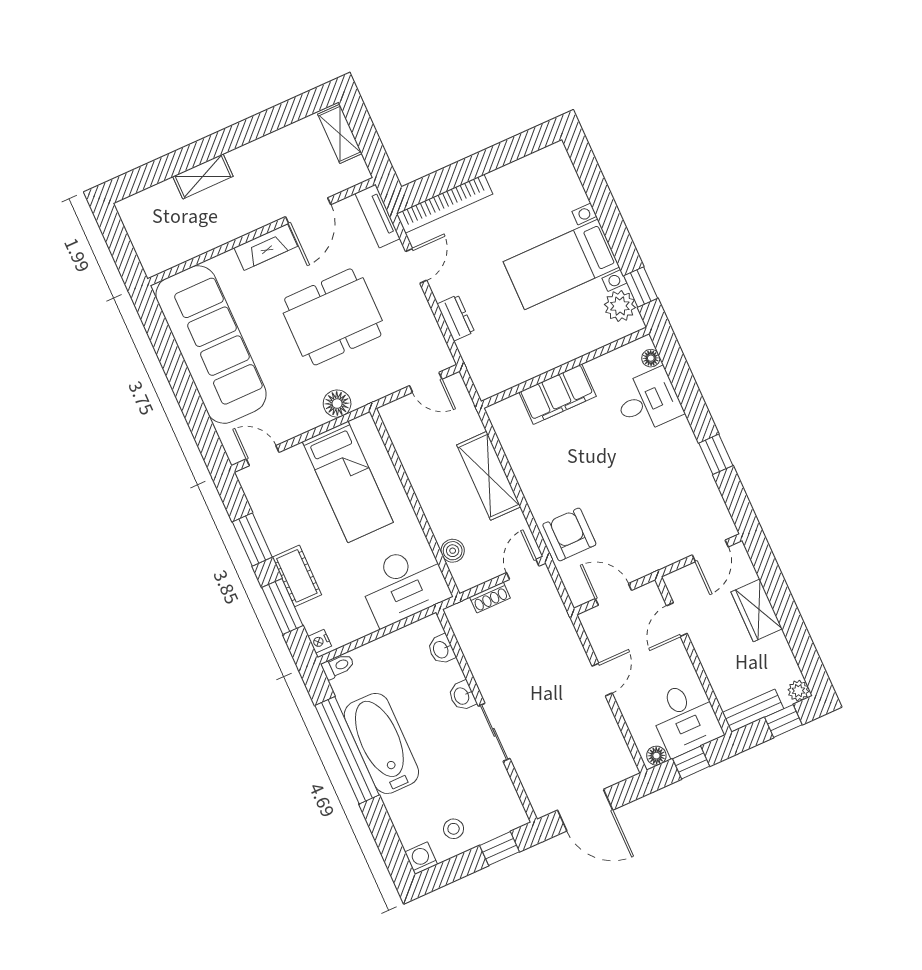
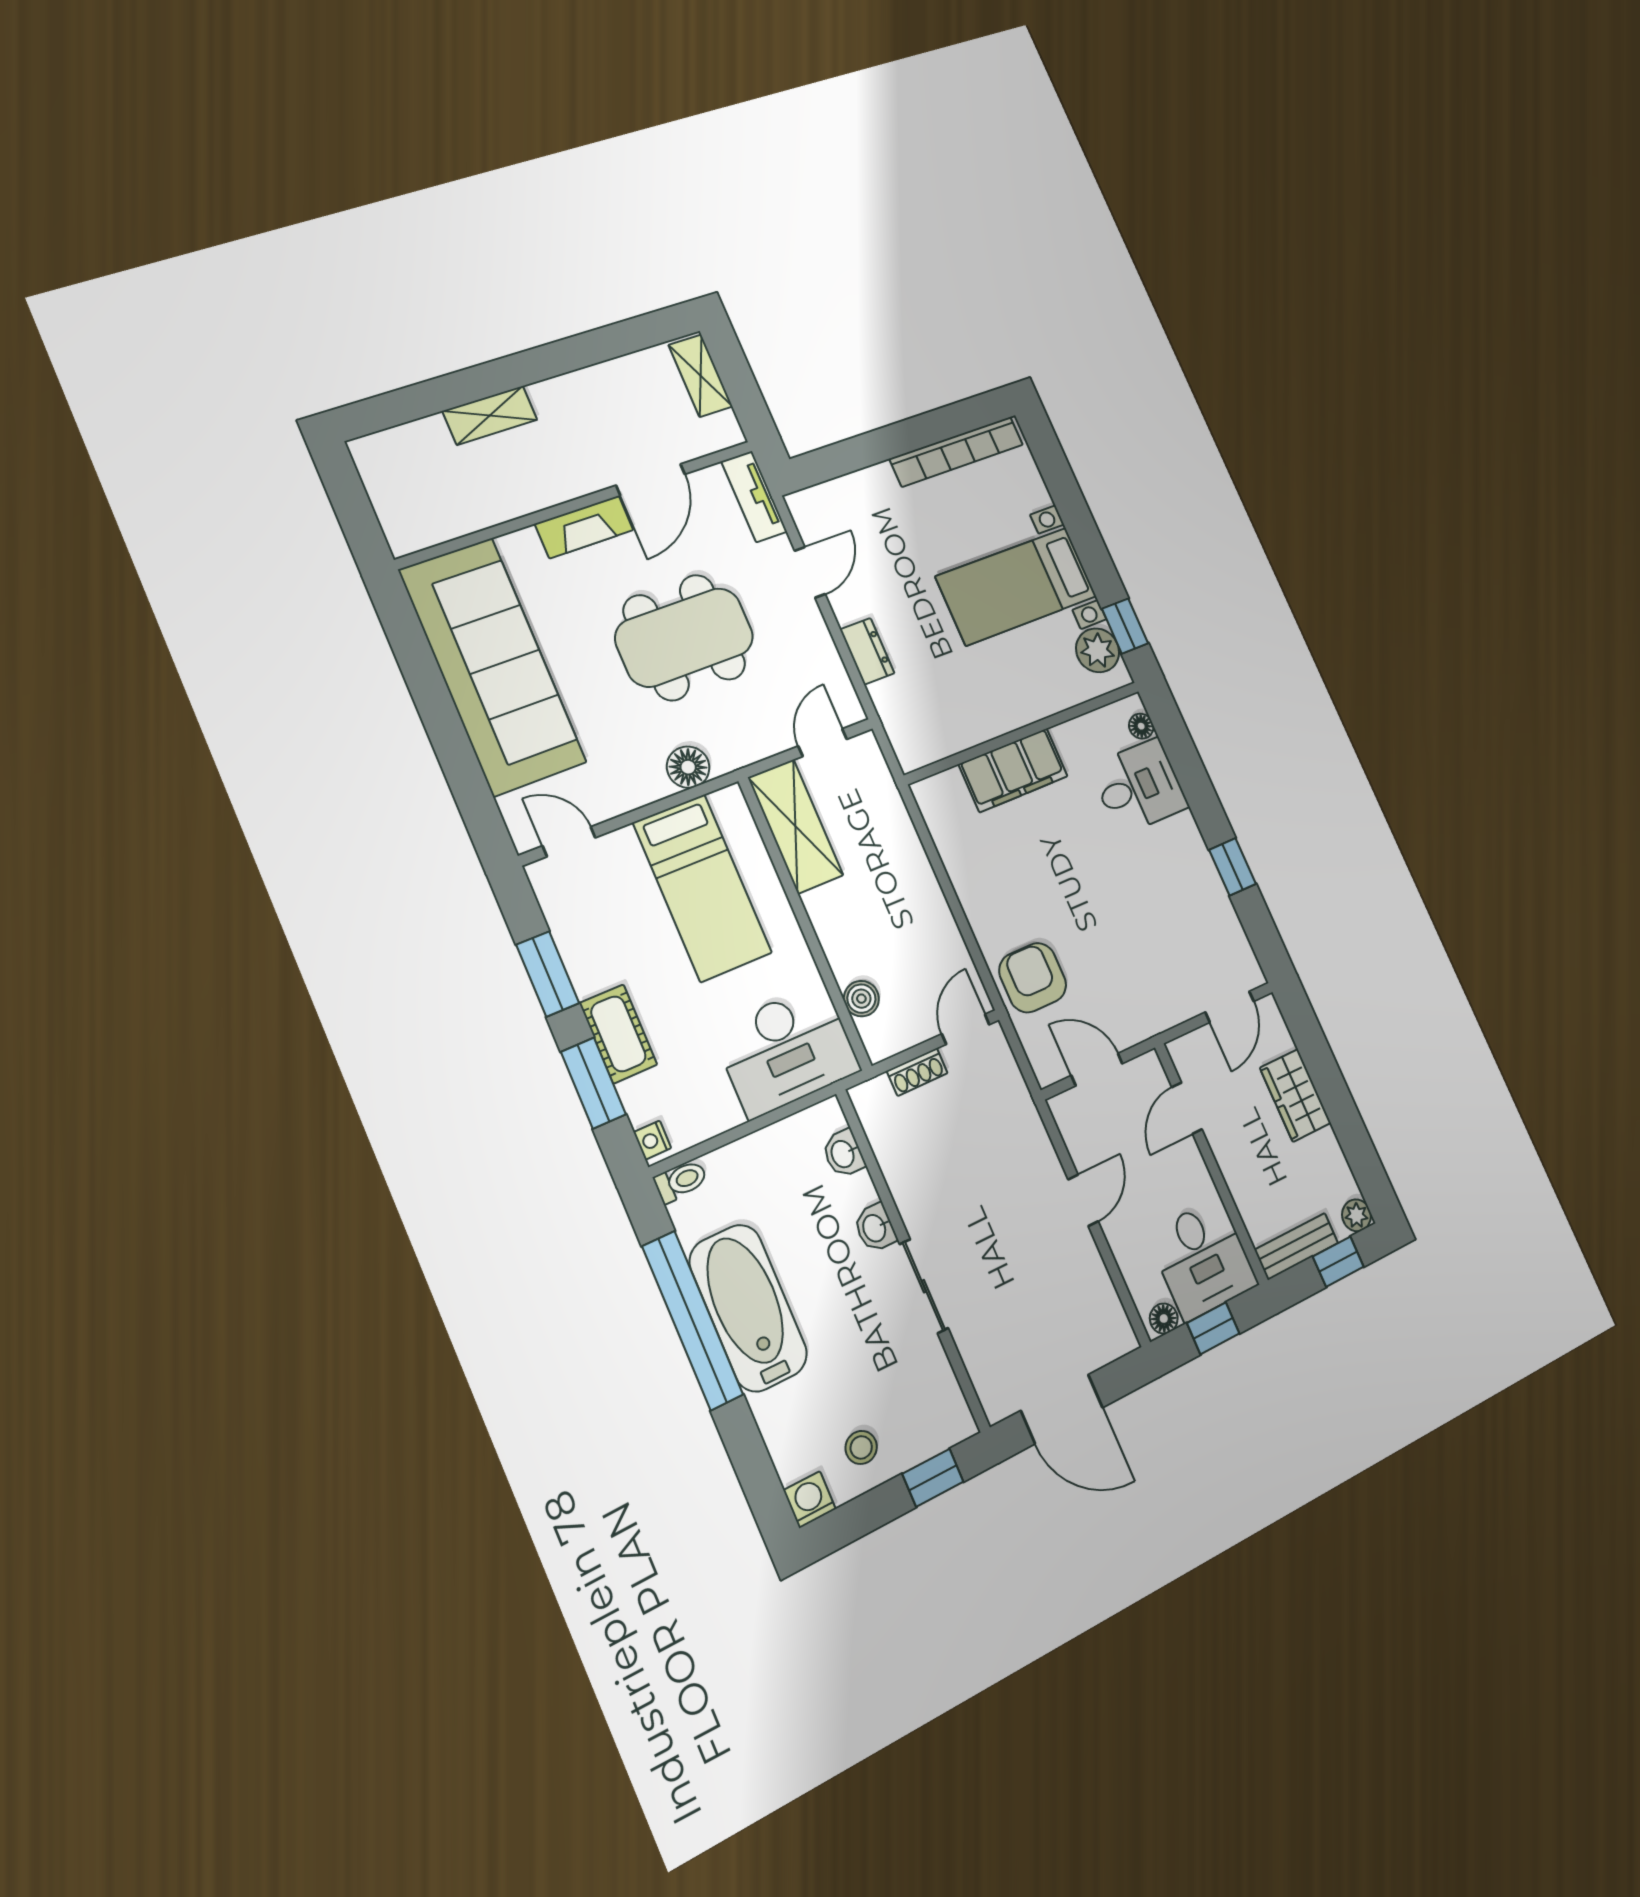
bookcase: (445, 204) -> (957, 452), moved
door: (426, 382) -> (823, 743), swing flipped
shelving: (489, 476) -> (796, 826), moved

